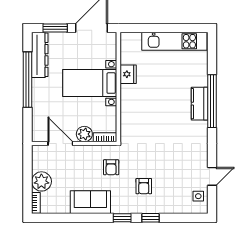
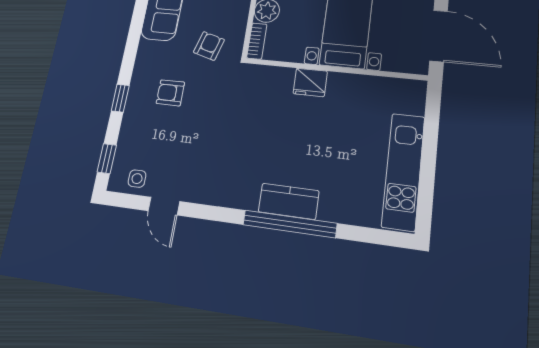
fridge: (128, 74) -> (310, 82), moved
armchair: (111, 167) -> (209, 46), turned 106
window: (122, 218) -> (107, 159), moved

